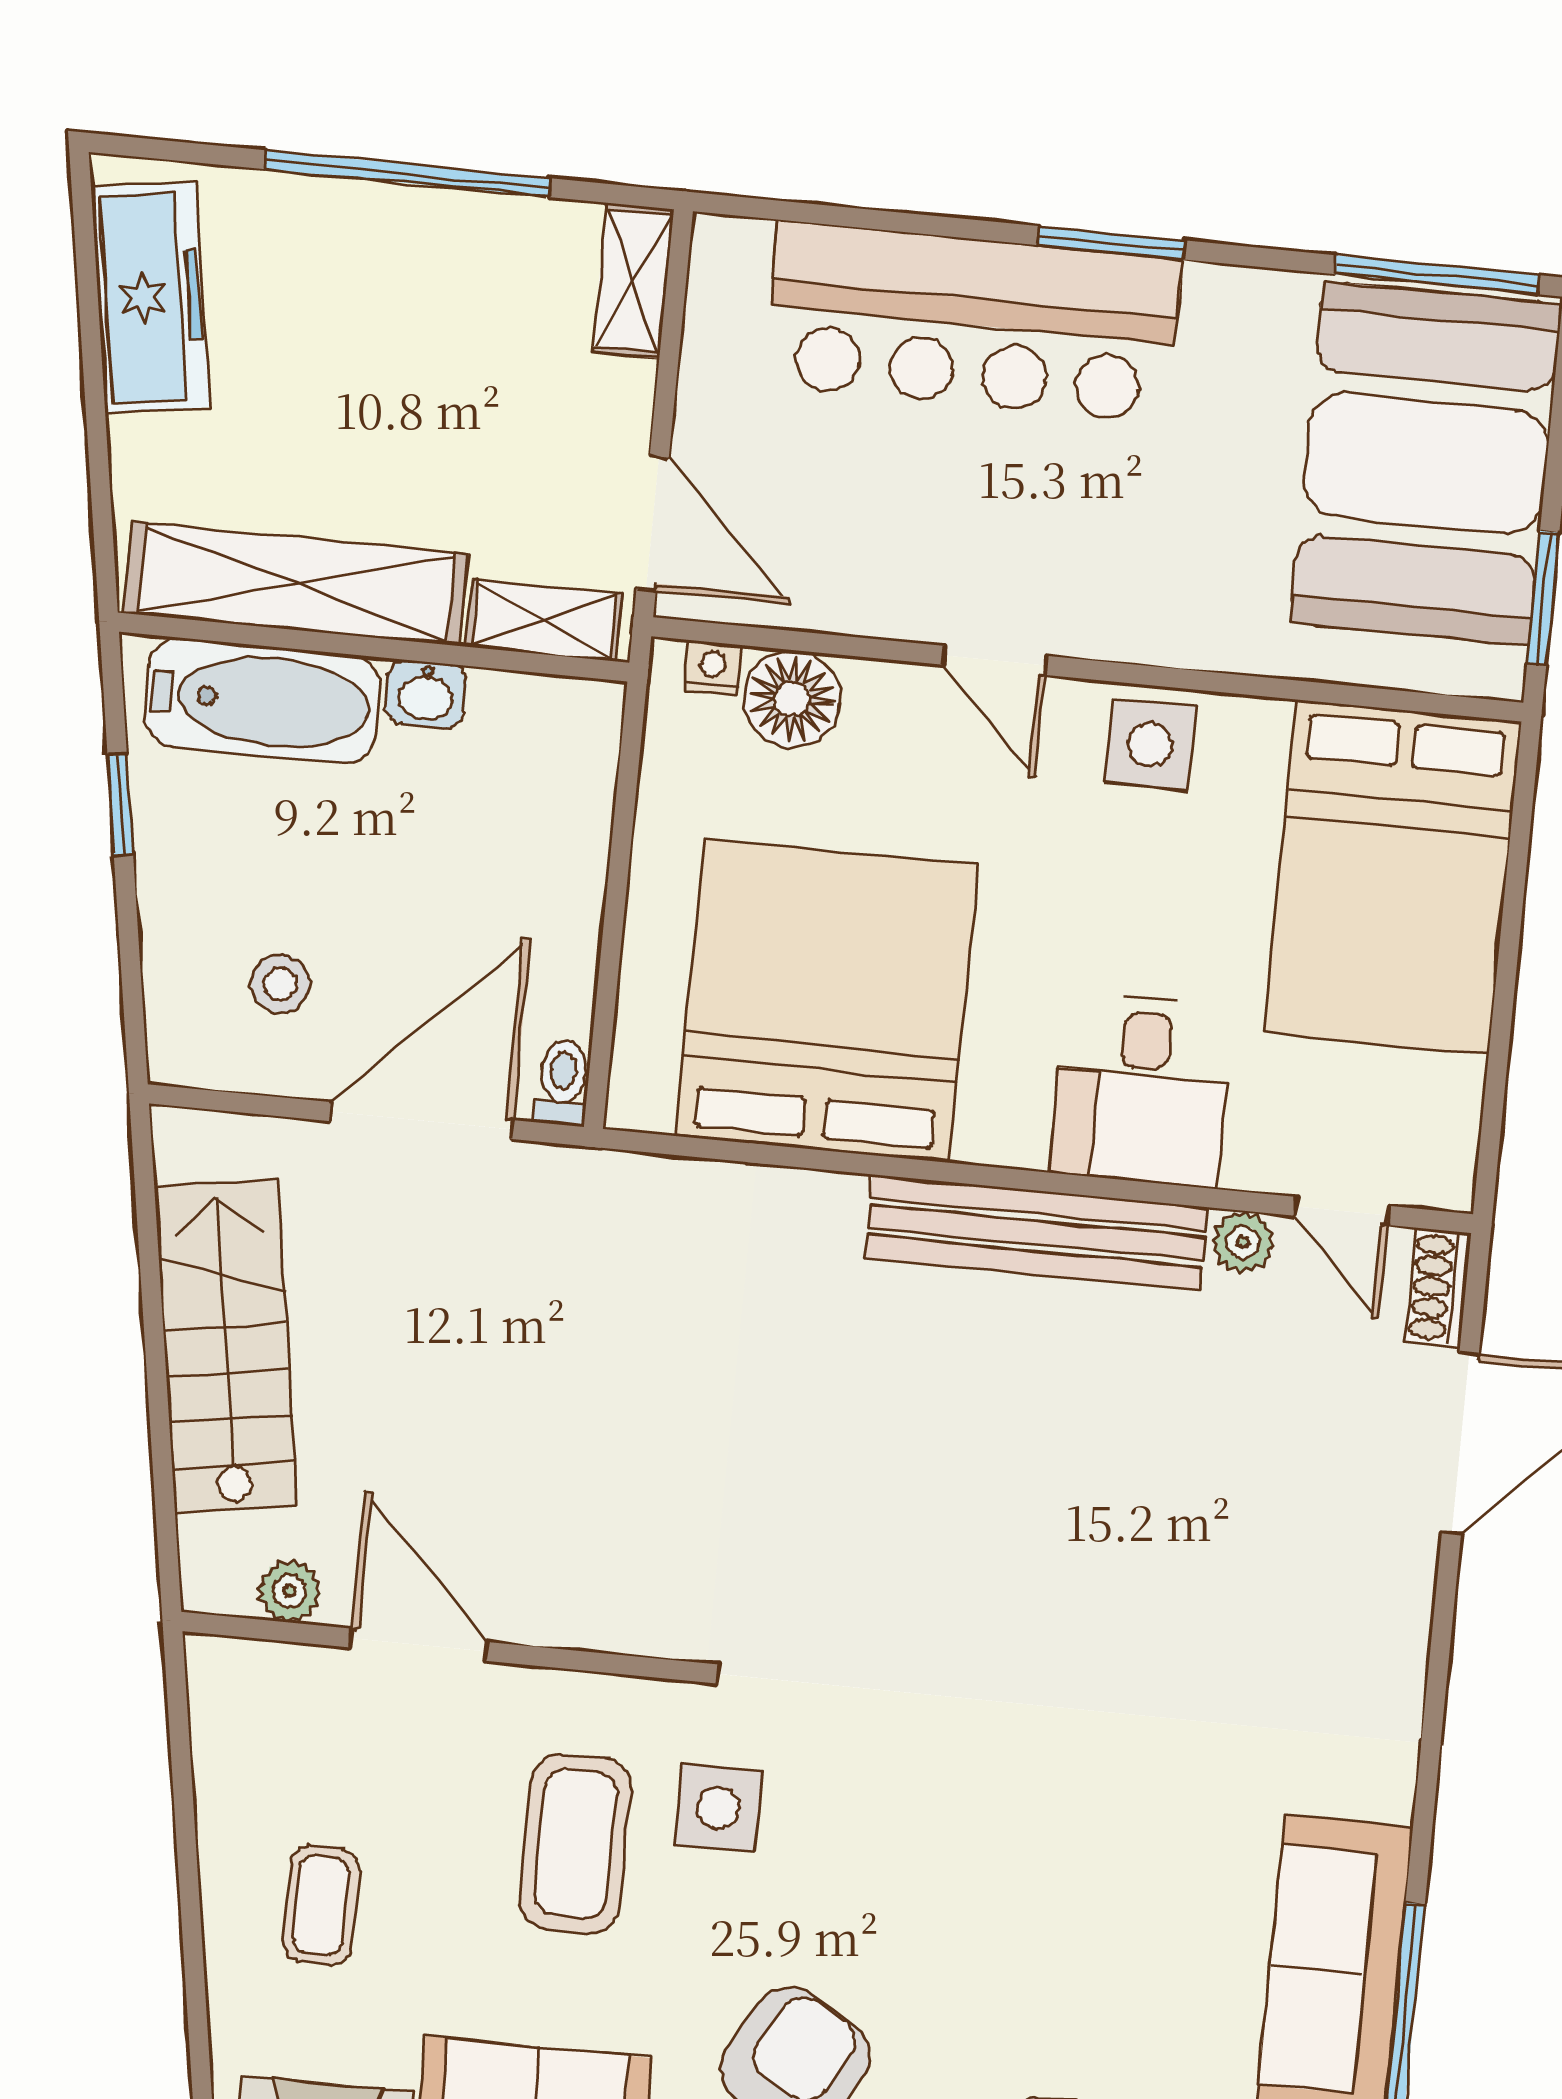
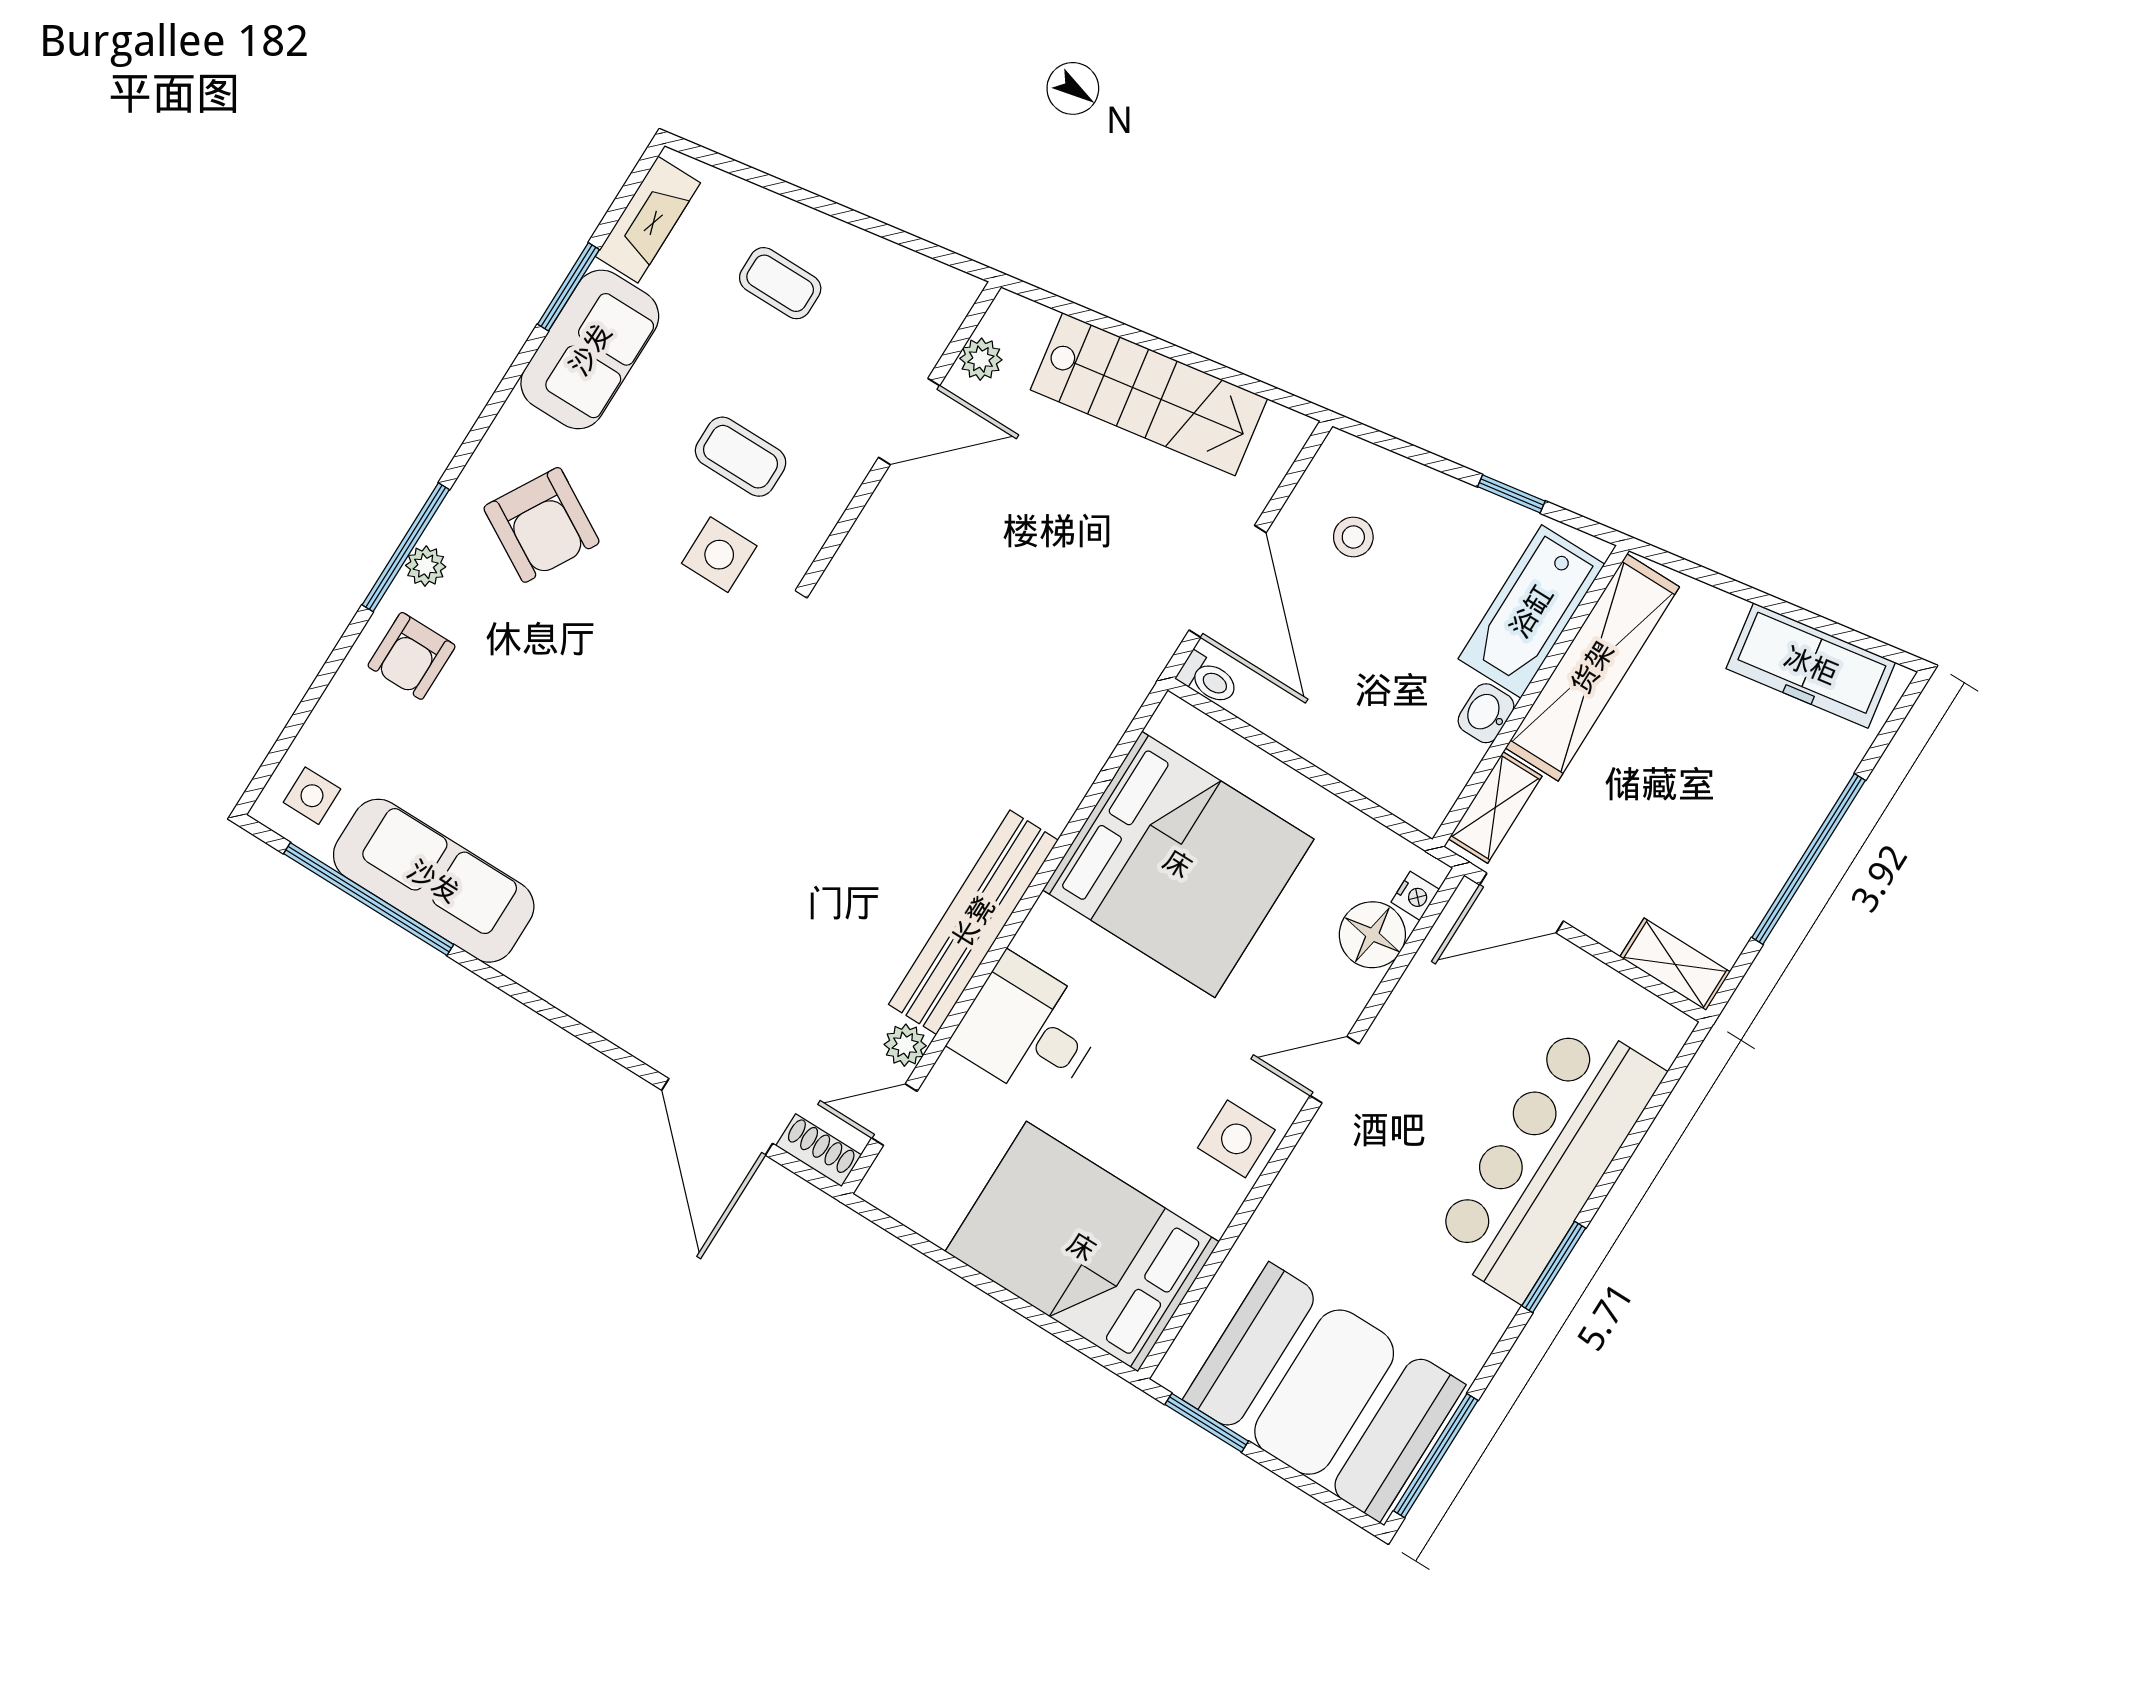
coffee table: (575, 1844) -> (741, 457), width x0.73, depth x0.77

